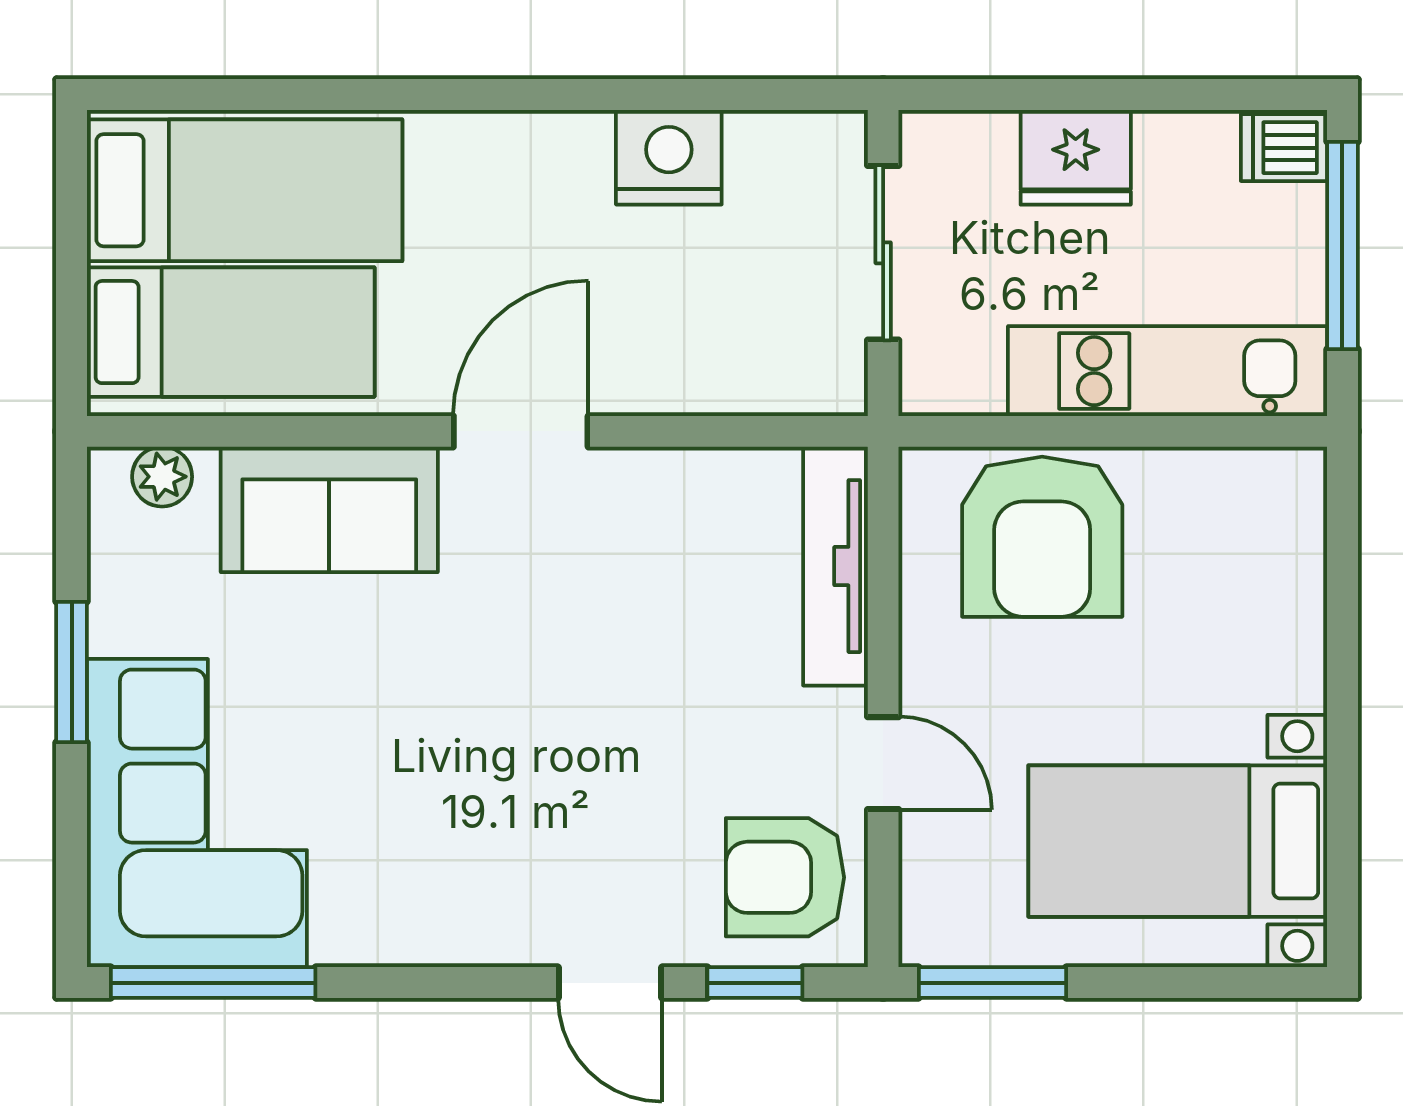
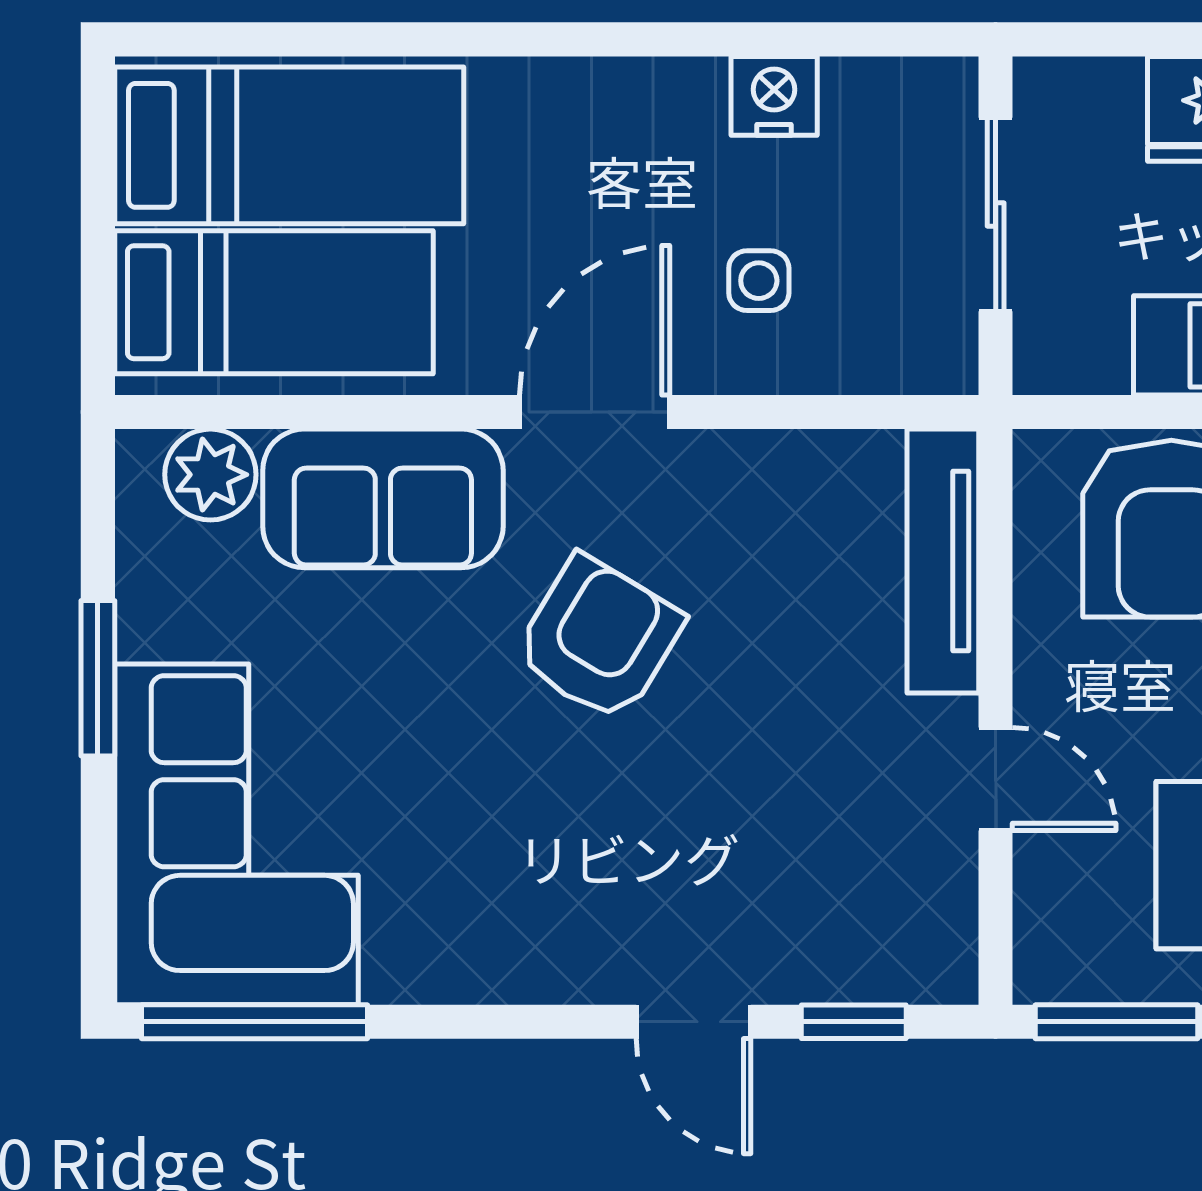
nightstand: (669, 157) -> (774, 96), width x0.74, depth x0.75
side table: (669, 313) -> (759, 281), added
plant: (162, 477) -> (210, 475), width x1.38, depth x1.38
armchair: (785, 877) -> (599, 639), moved, turned 121

